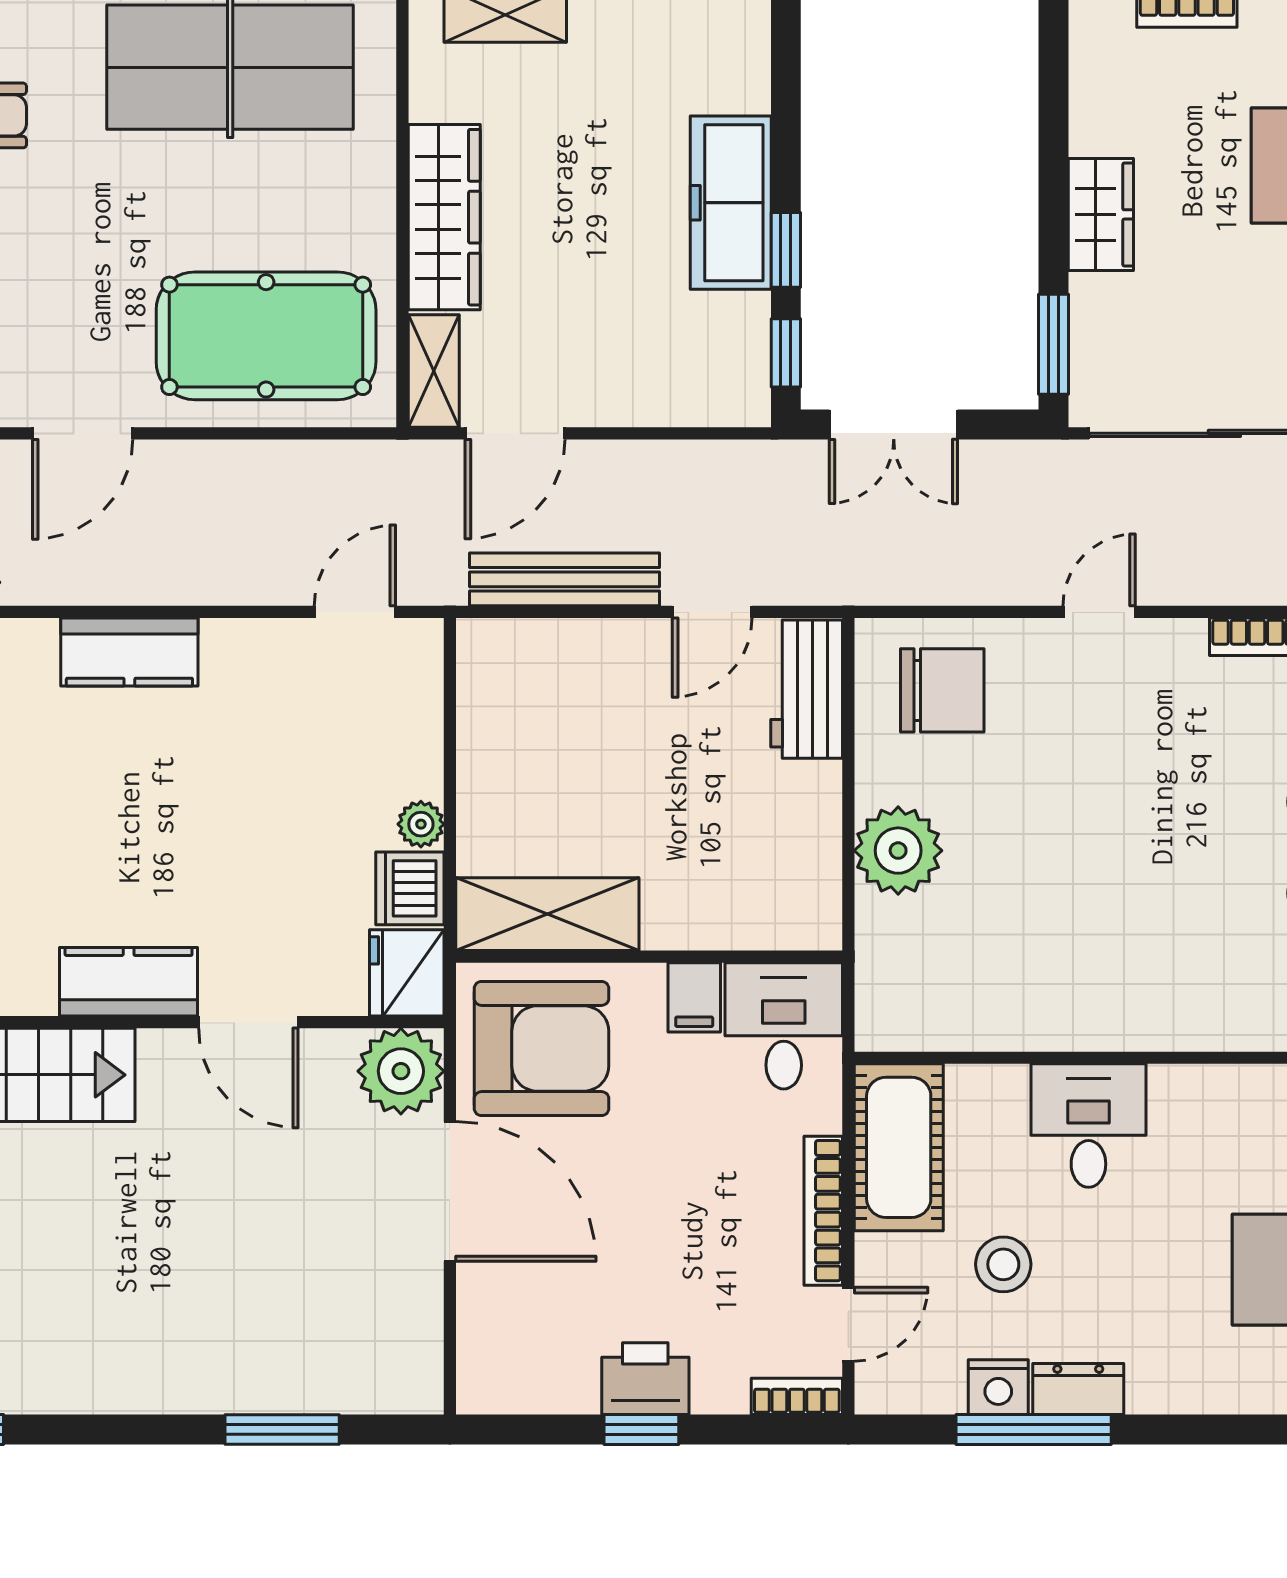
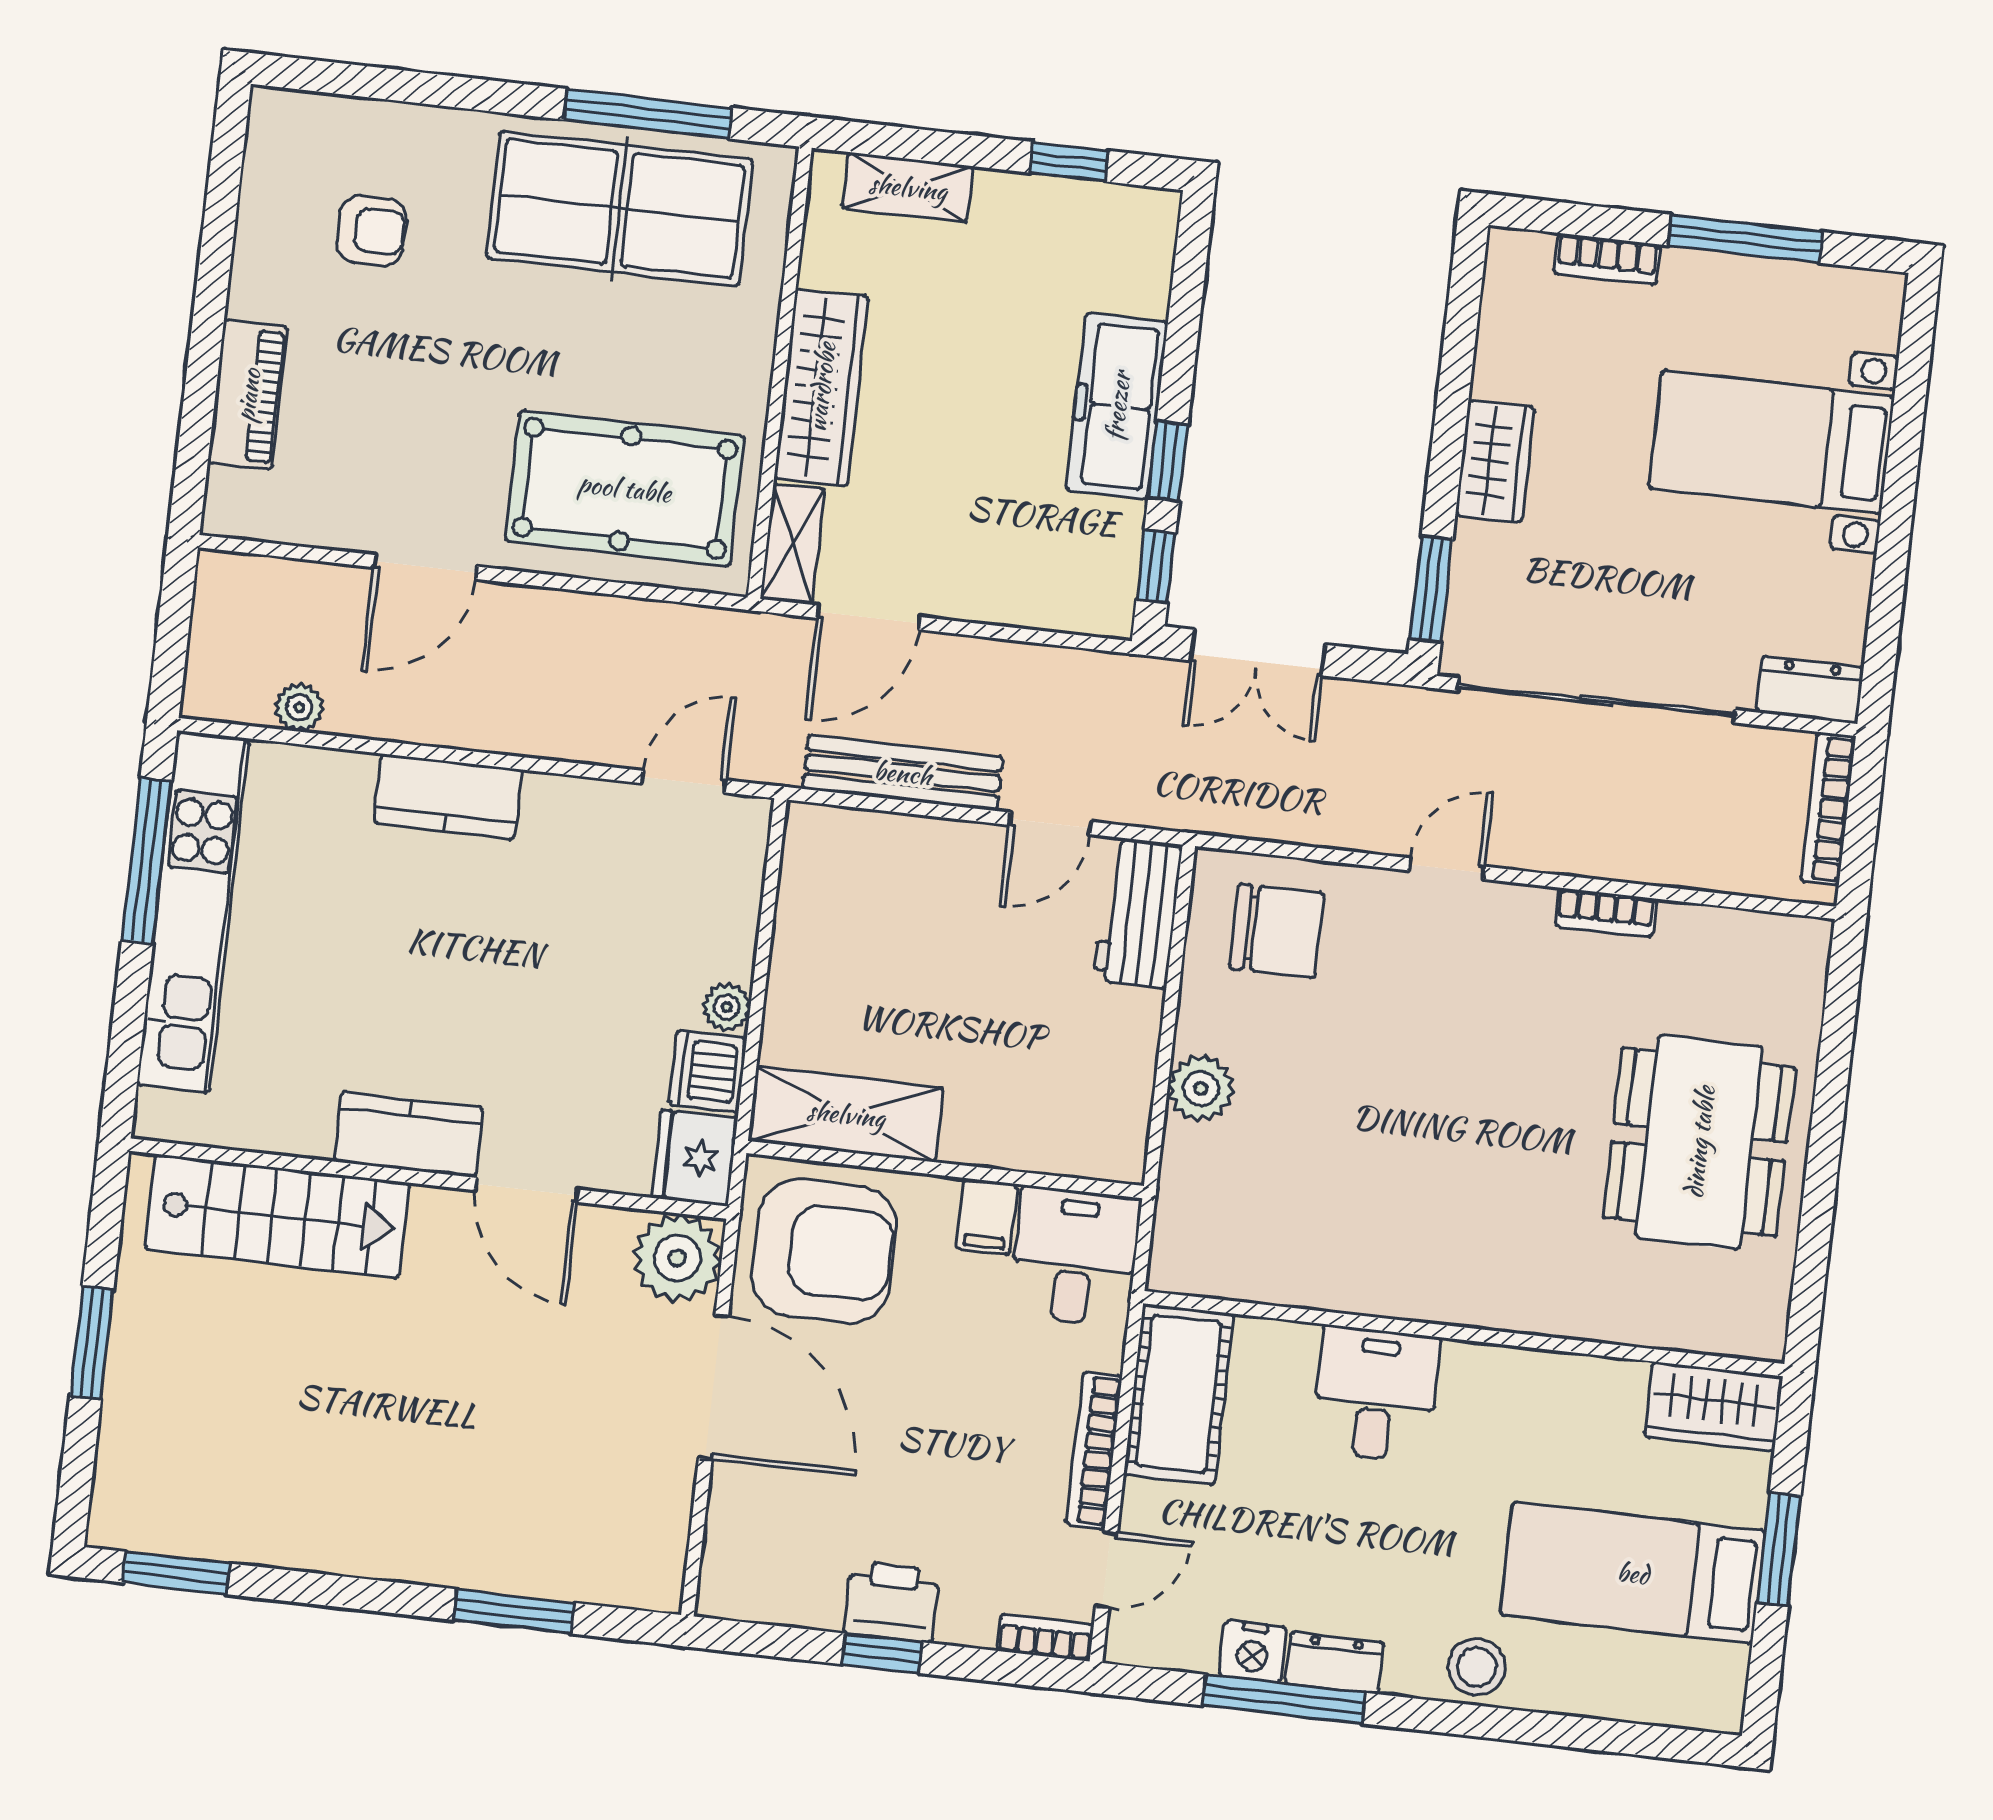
plant: (898, 851) -> (1201, 1088), width x0.73, depth x0.73
stool: (1003, 1264) -> (1477, 1667), moved

